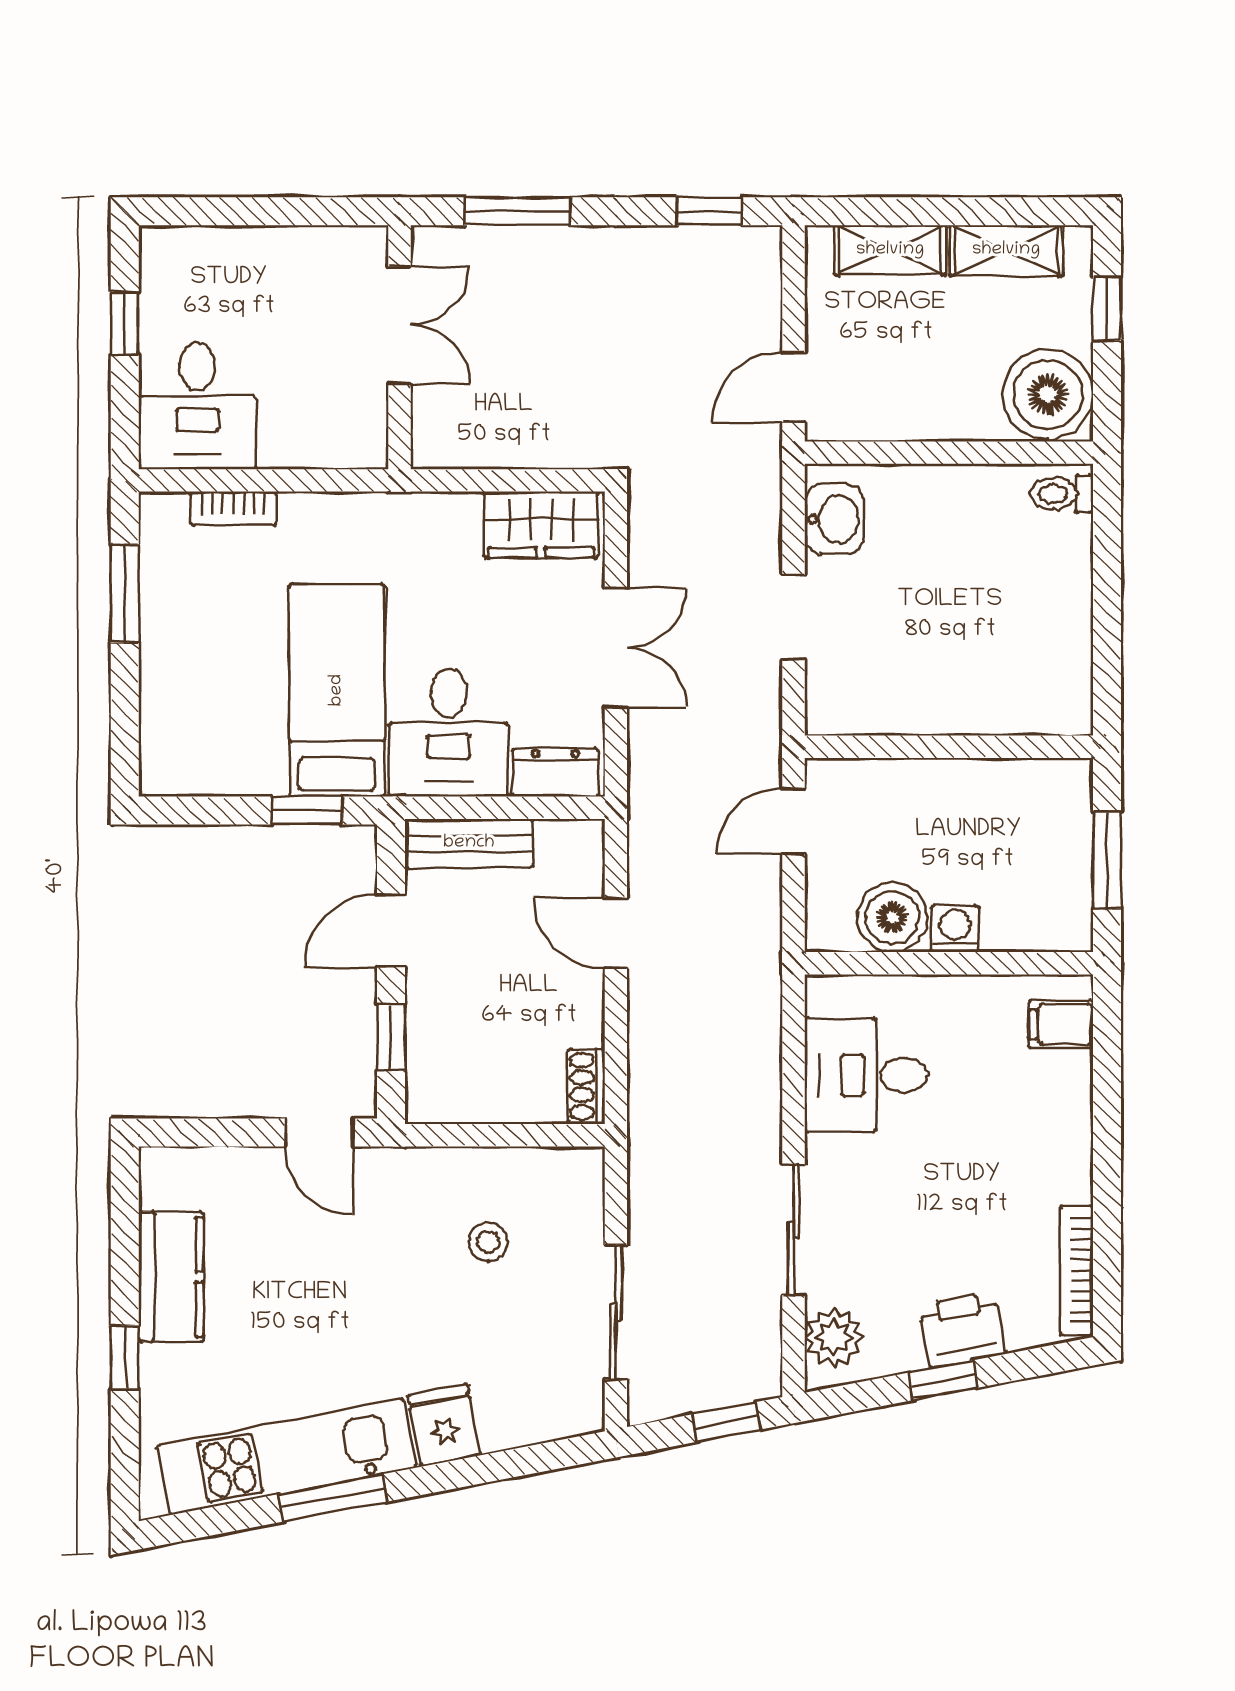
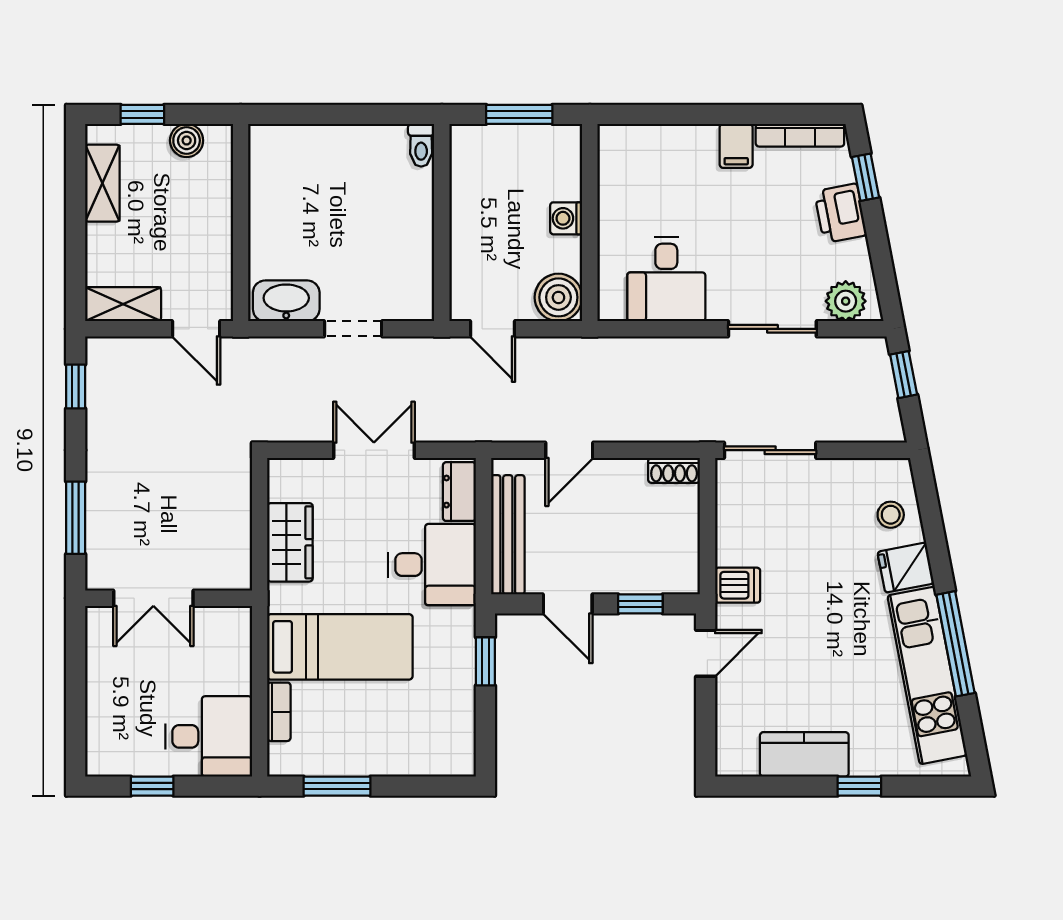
shelving: (890, 250) -> (123, 304), moved, turned 90
double door: (399, 325) -> (153, 598), swing flipped
boiler: (1048, 395) -> (187, 140), width x0.54, depth x0.54
toilet: (1062, 494) -> (421, 145), moved
washbasin: (834, 519) -> (286, 301), width x1.38
wardrobe: (541, 525) -> (290, 542), moved
bed: (337, 690) -> (340, 647), moved, turned 180
bench: (469, 843) -> (508, 535), width x1.36
boiler: (892, 917) -> (558, 297), moved
filing cabinet: (1061, 1024) -> (736, 146), moved
dishwasher: (418, 1179) -> (738, 585), added
stool: (488, 1242) -> (891, 515), moved
sliding door: (616, 1312) -> (770, 450), moved
window: (943, 1380) -> (865, 177), moved
window: (333, 1498) -> (956, 644), width x1.44

